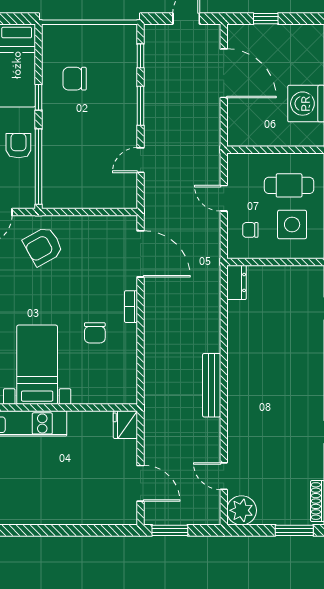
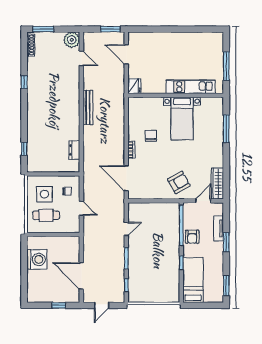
chair: (75, 79) -> (162, 273), removed
dresser: (236, 282) -> (74, 150), moved

